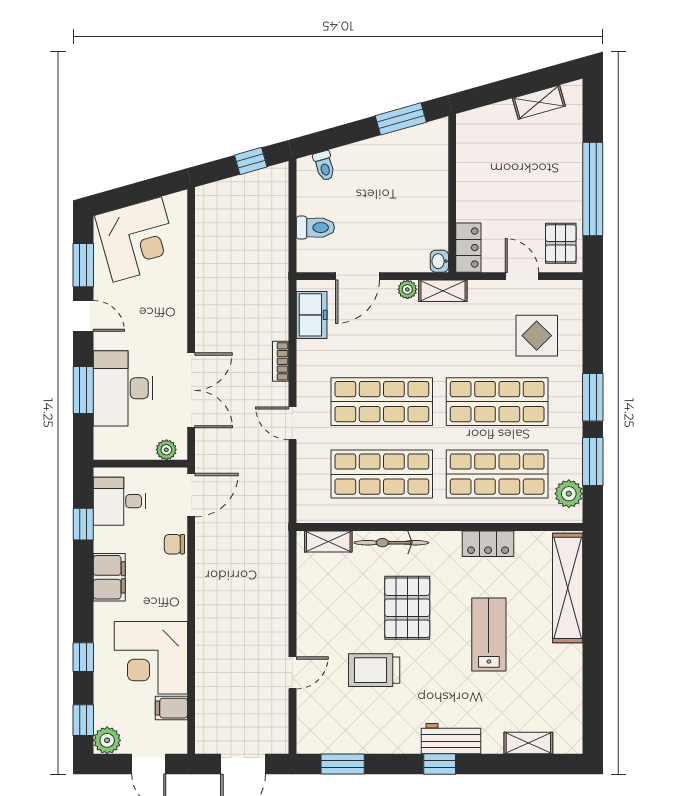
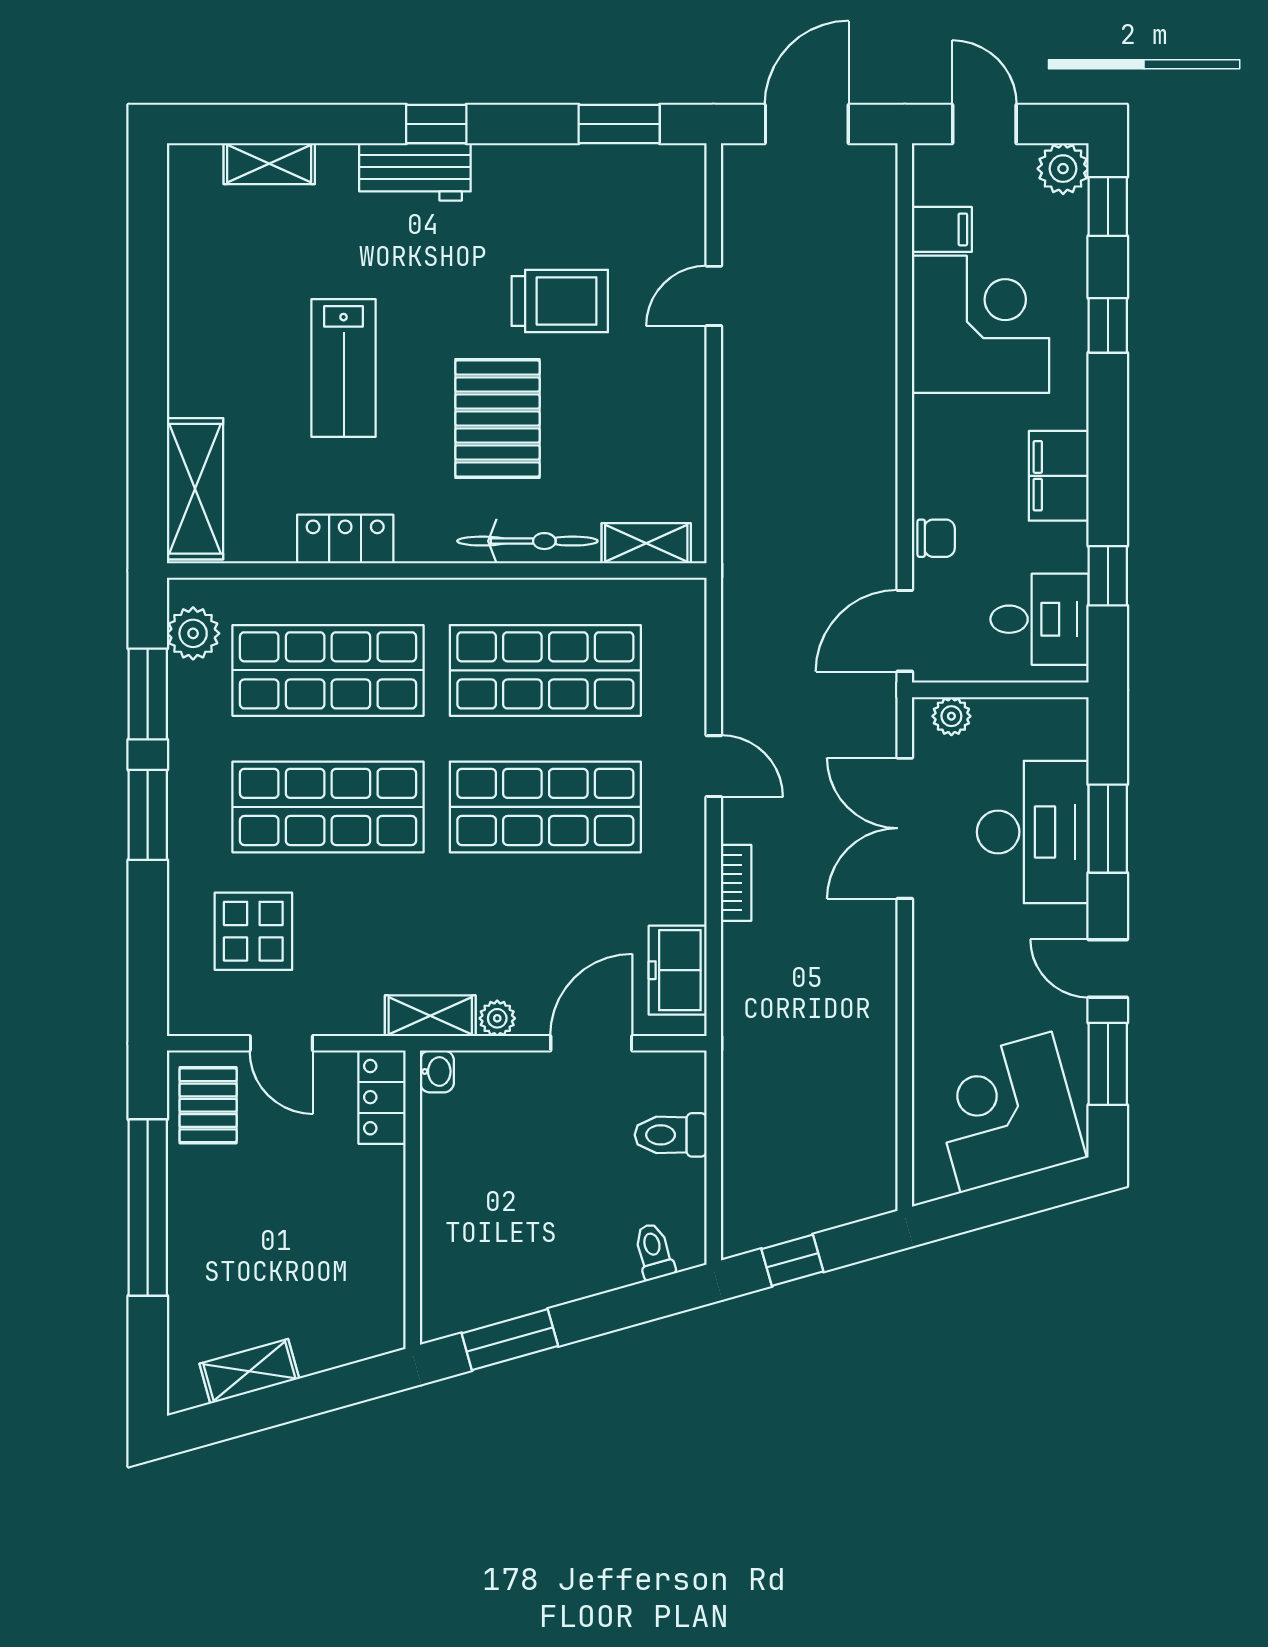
shelving: (568, 588) -> (195, 489), width x0.68

